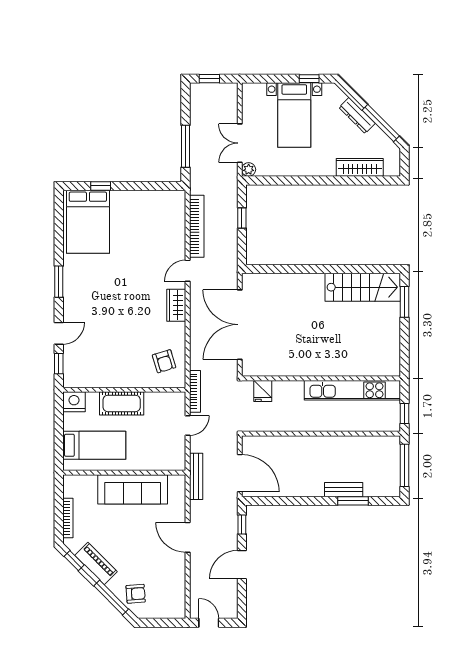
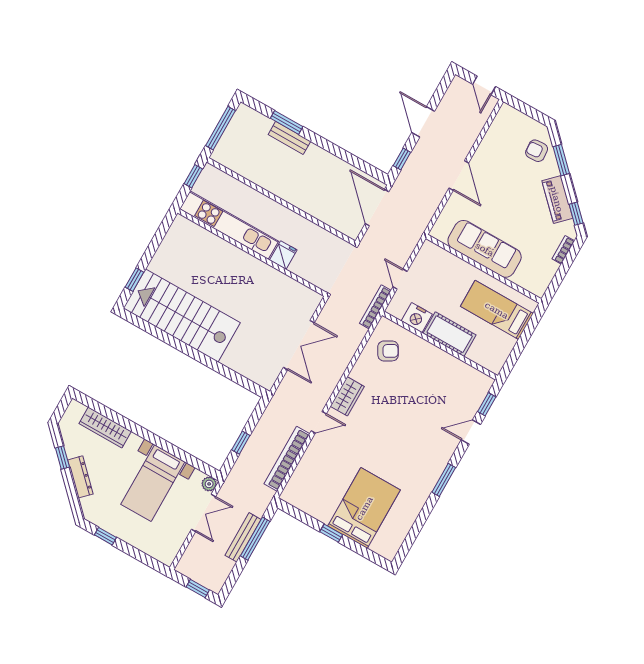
bed with nightstands: (294, 115) -> (153, 483), moved, turned 180
window: (381, 123) -> (62, 458), width x0.46
window: (101, 186) -> (331, 533), moved
bed: (88, 222) -> (364, 508), moved
stairs: (363, 287) -> (182, 316), width x1.36, depth x1.51
window: (404, 302) -> (134, 280), width x0.67
double door: (240, 325) -> (299, 345), width x0.73
armchair: (164, 361) -> (388, 351), turned 77
fridge: (263, 391) -> (283, 255), moved
nightstand: (74, 402) -> (417, 318), moved
door: (188, 425) -> (400, 279), hinge flipped
bench: (196, 476) -> (243, 537), moved
bookcase: (68, 518) -> (563, 250), width x0.64
door: (242, 565) -> (423, 122), swing flipped
window: (111, 598) -> (561, 160), width x0.69

